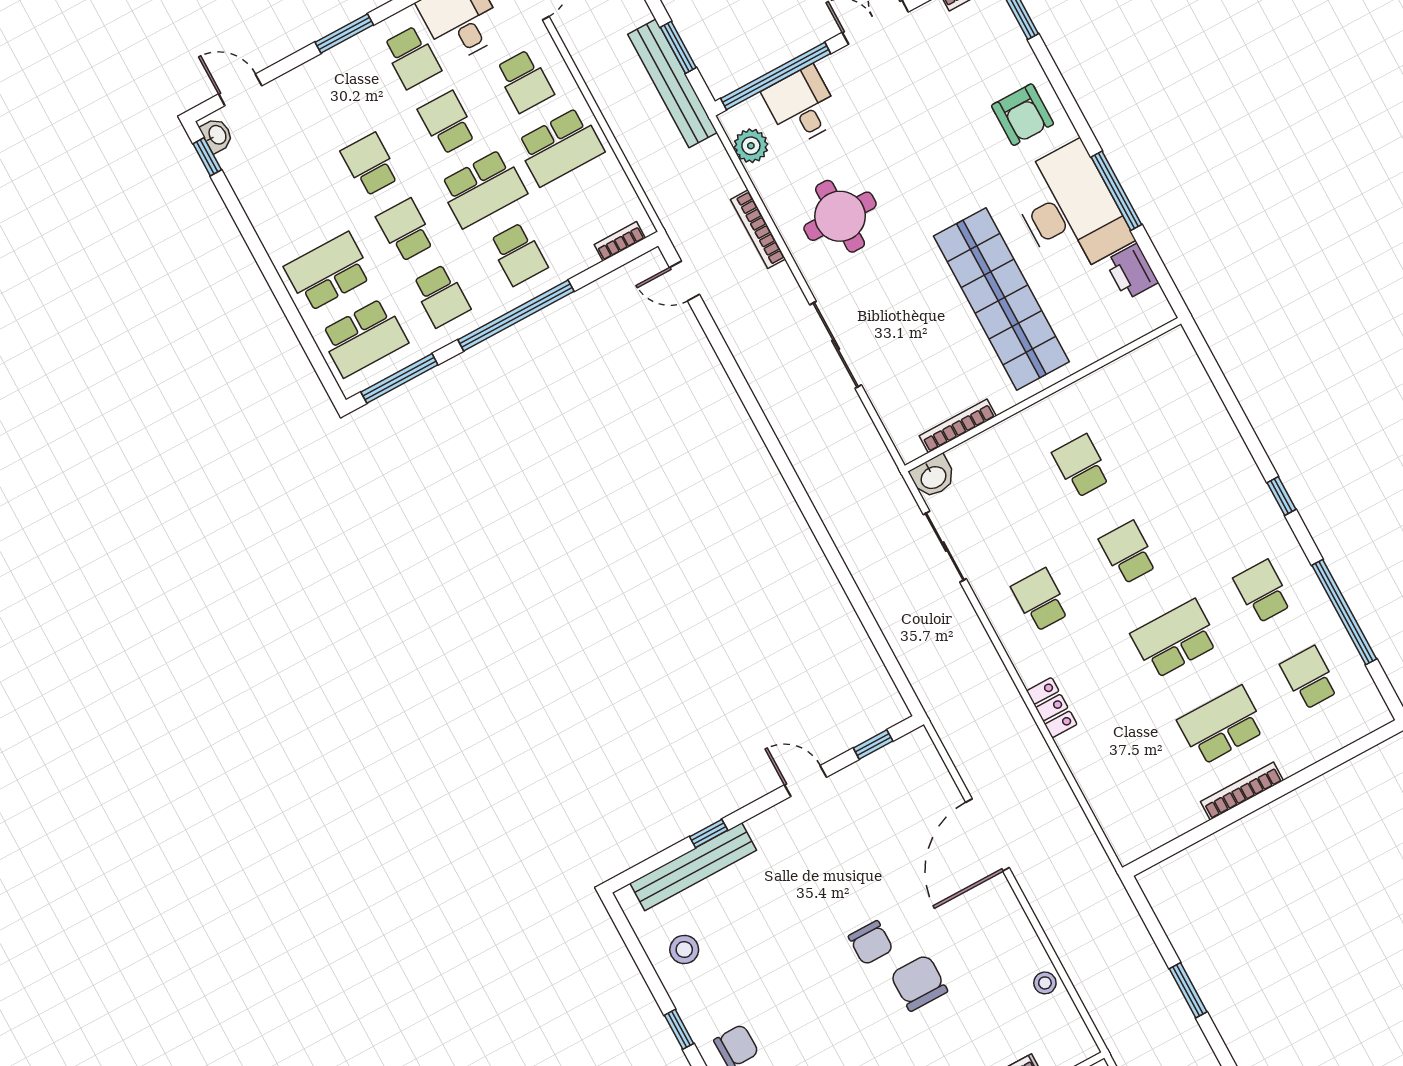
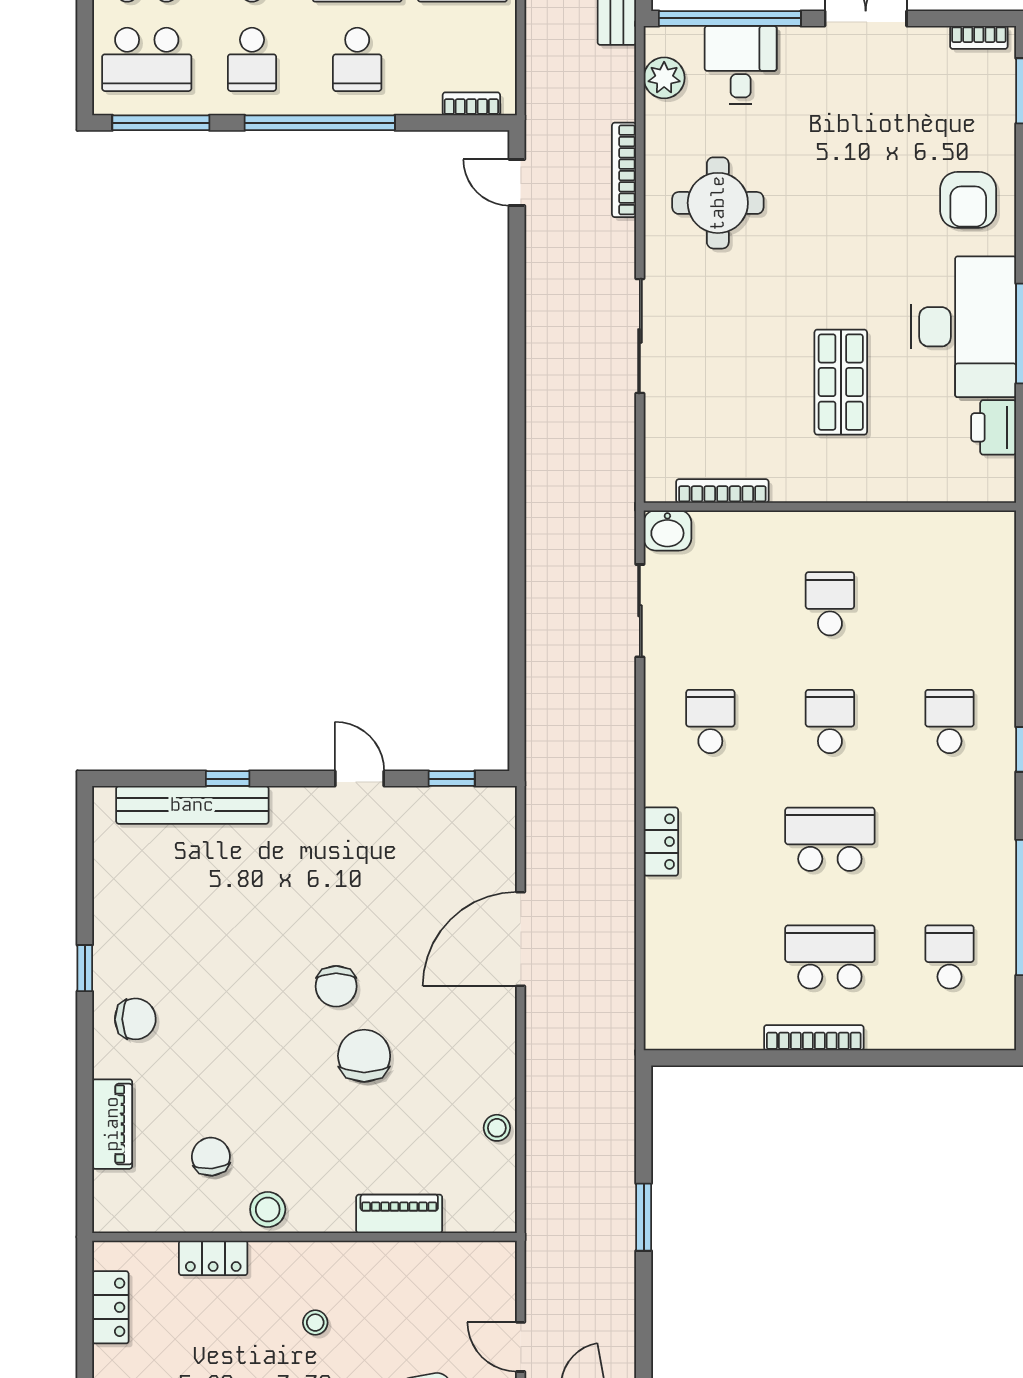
shop shelf: (1001, 299) -> (841, 382), width x0.50, depth x0.74
school desk: (1263, 591) -> (949, 722), moved
stool: (684, 950) -> (136, 887), removed

